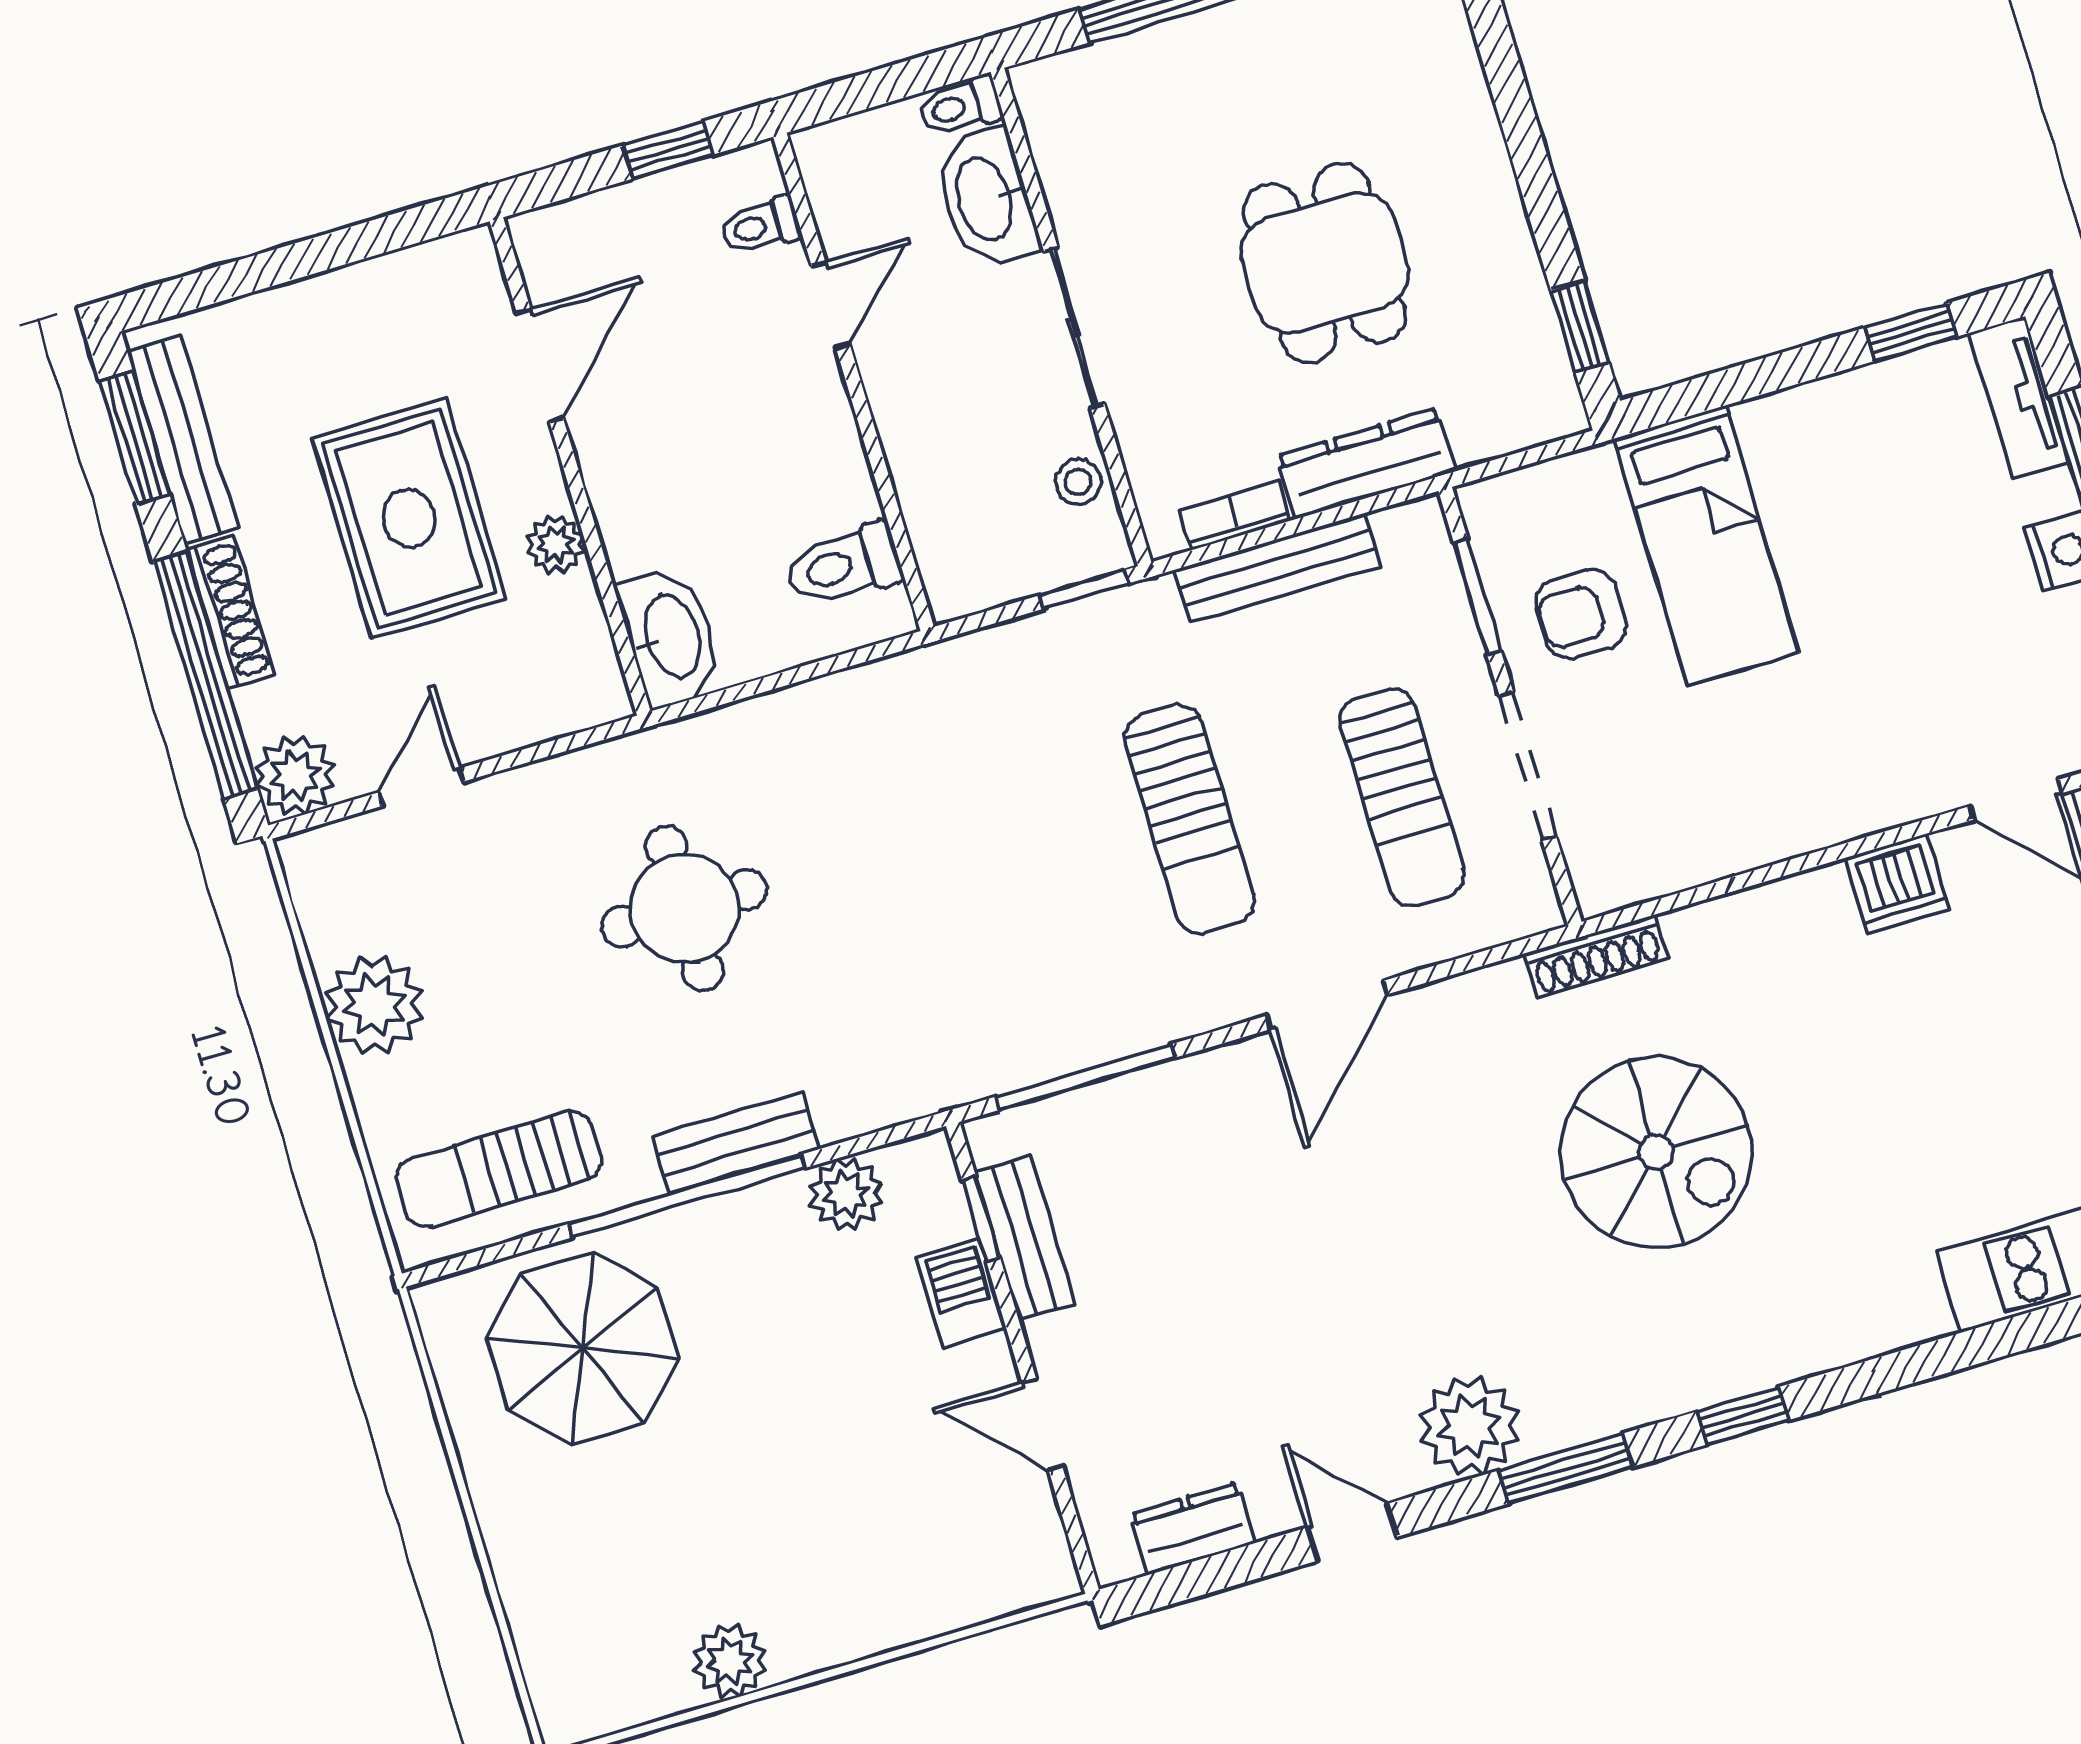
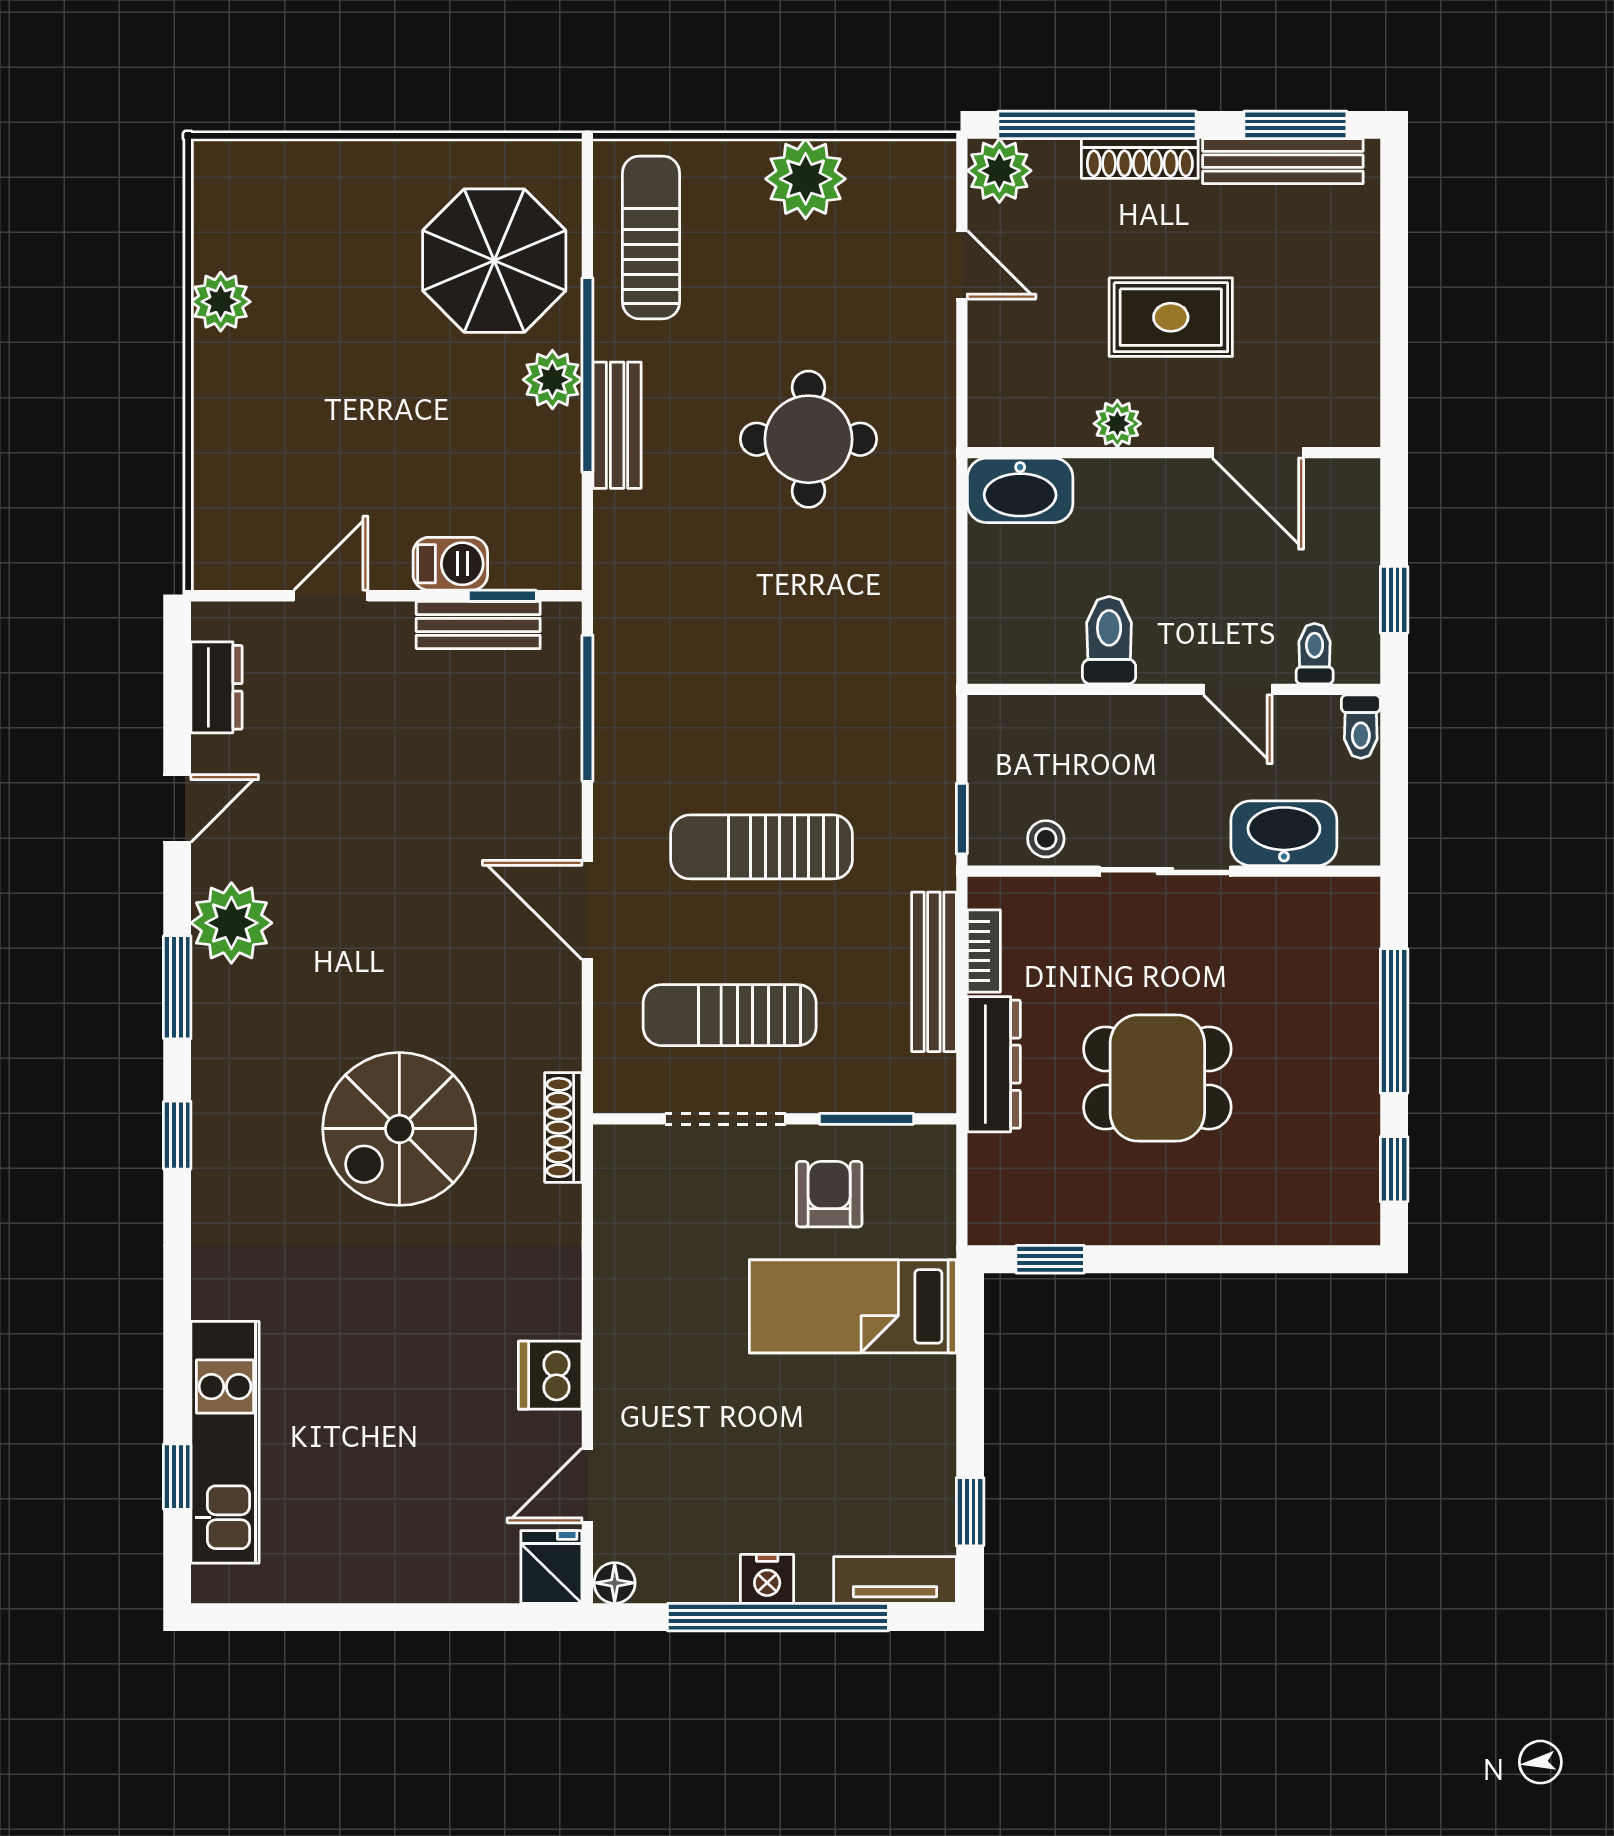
toilet: (960, 106) -> (1361, 727), moved, turned 180
rug: (409, 518) -> (1171, 317), width x0.73, depth x0.70
toilet: (844, 565) -> (1109, 640), moved
plant: (846, 1194) -> (552, 380), moved

